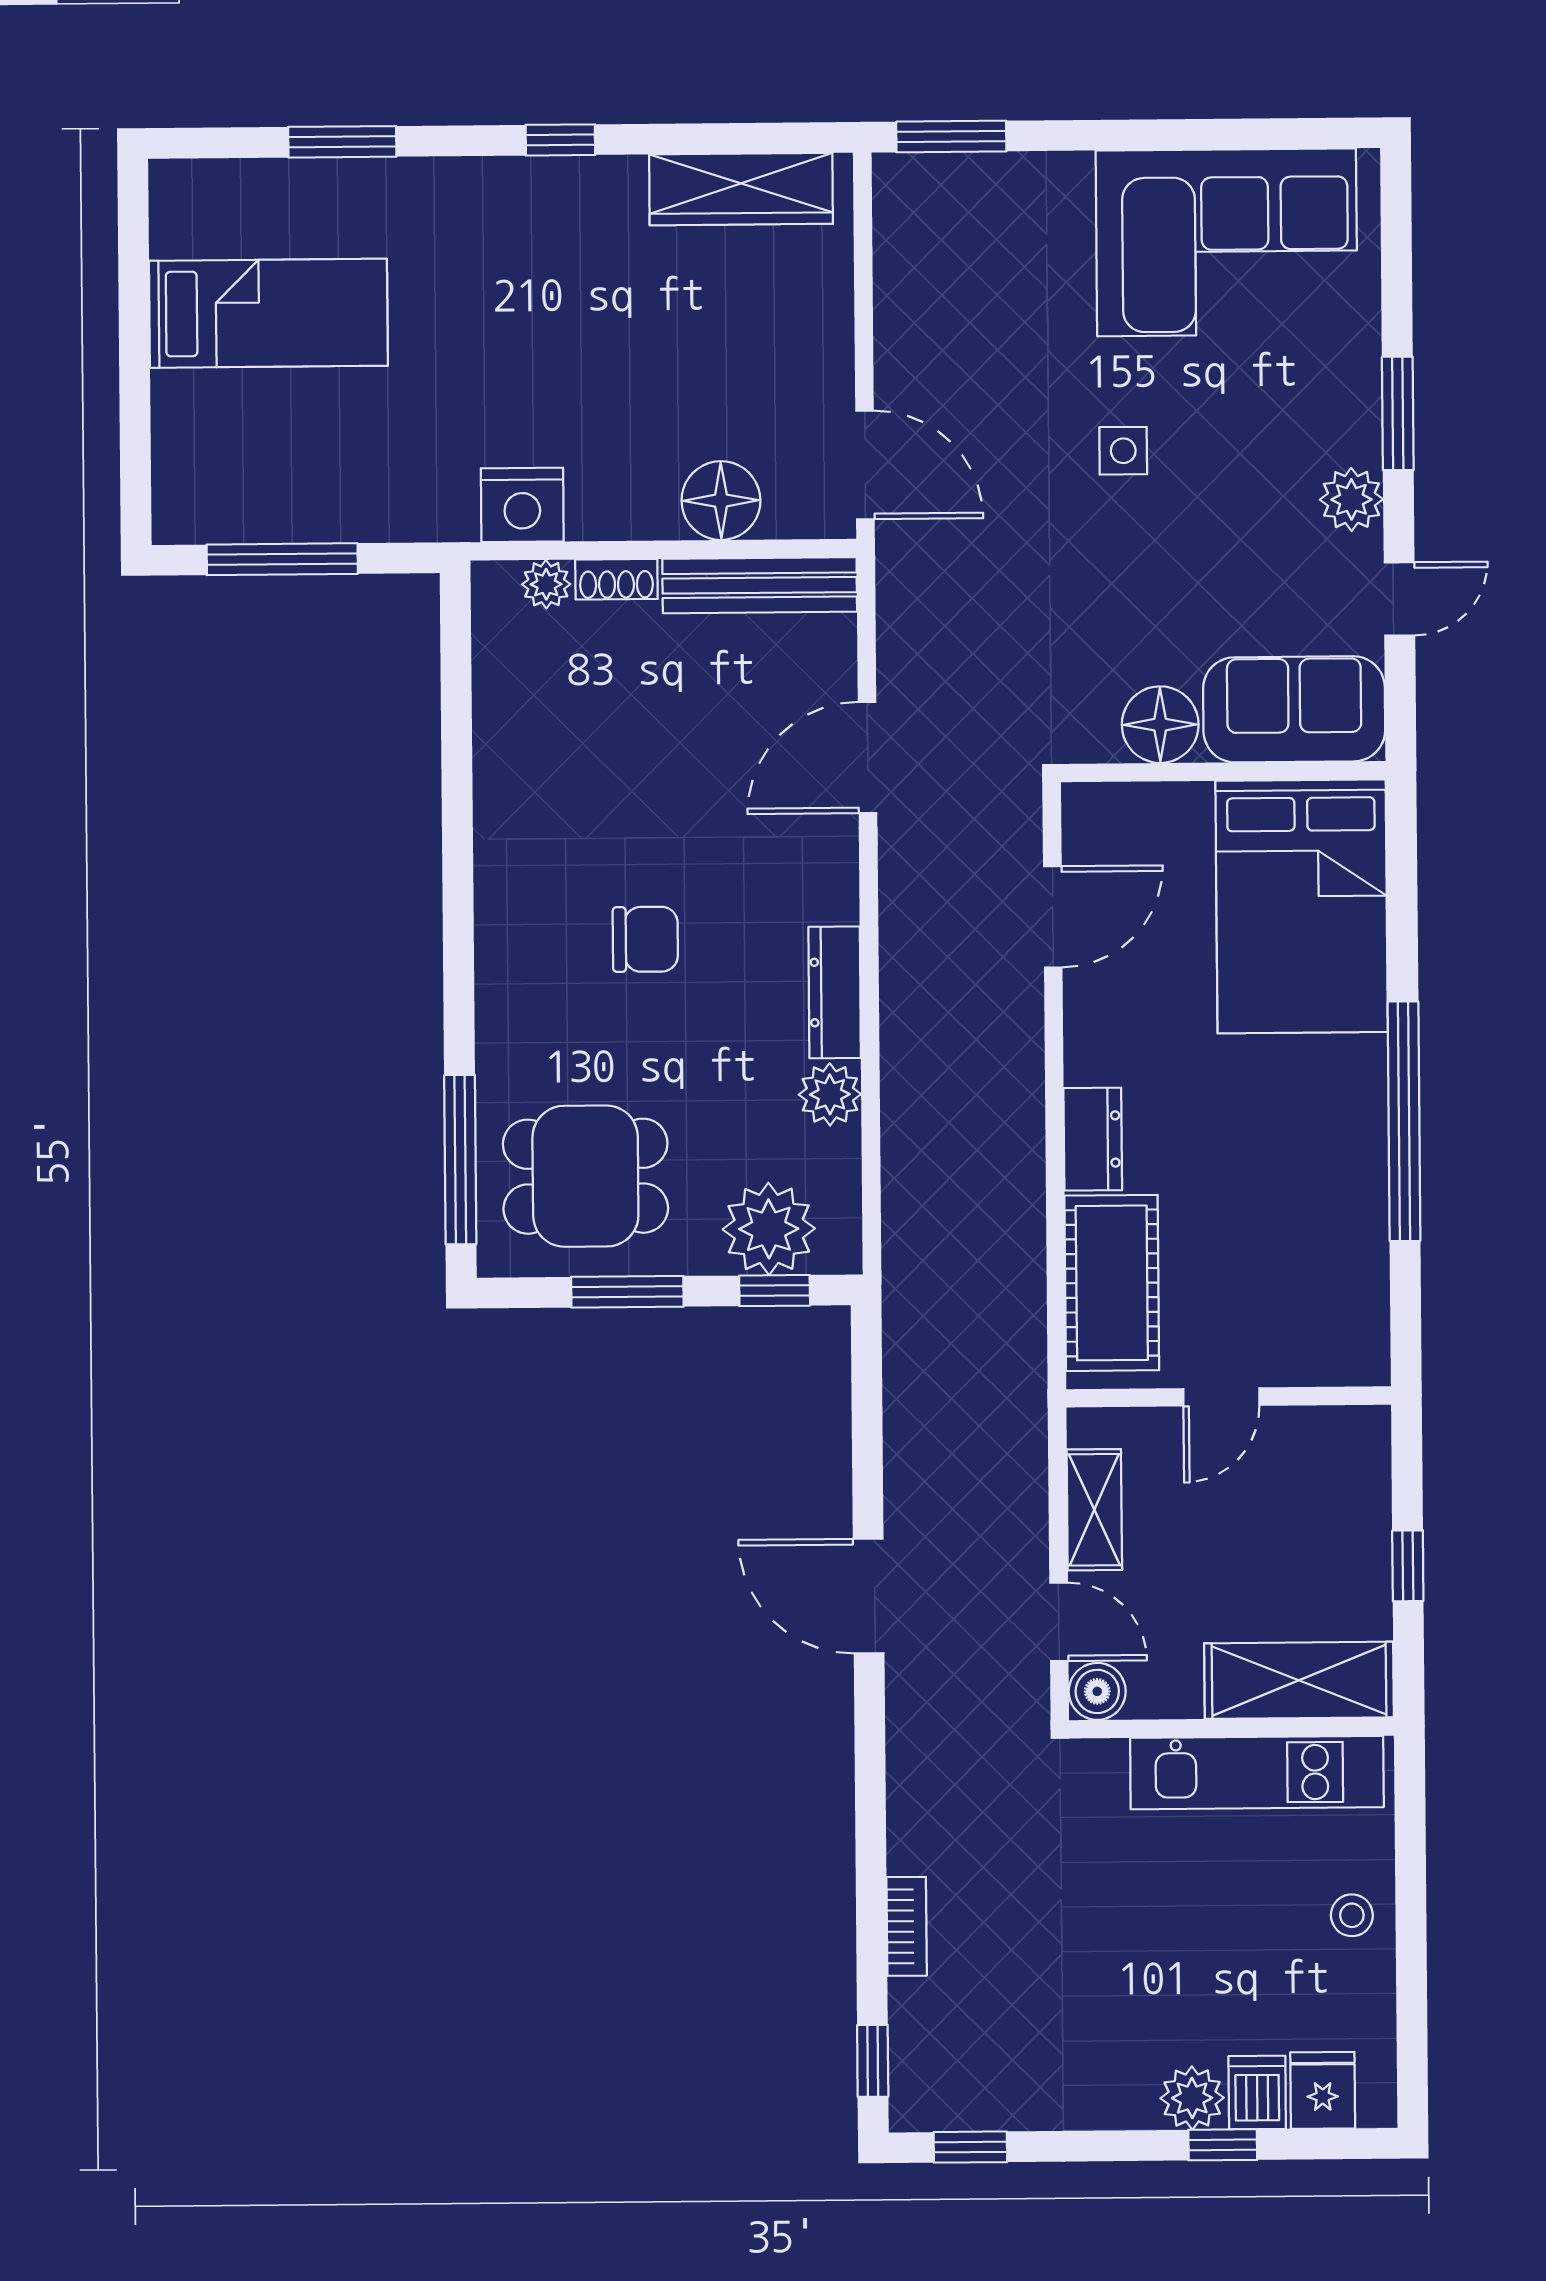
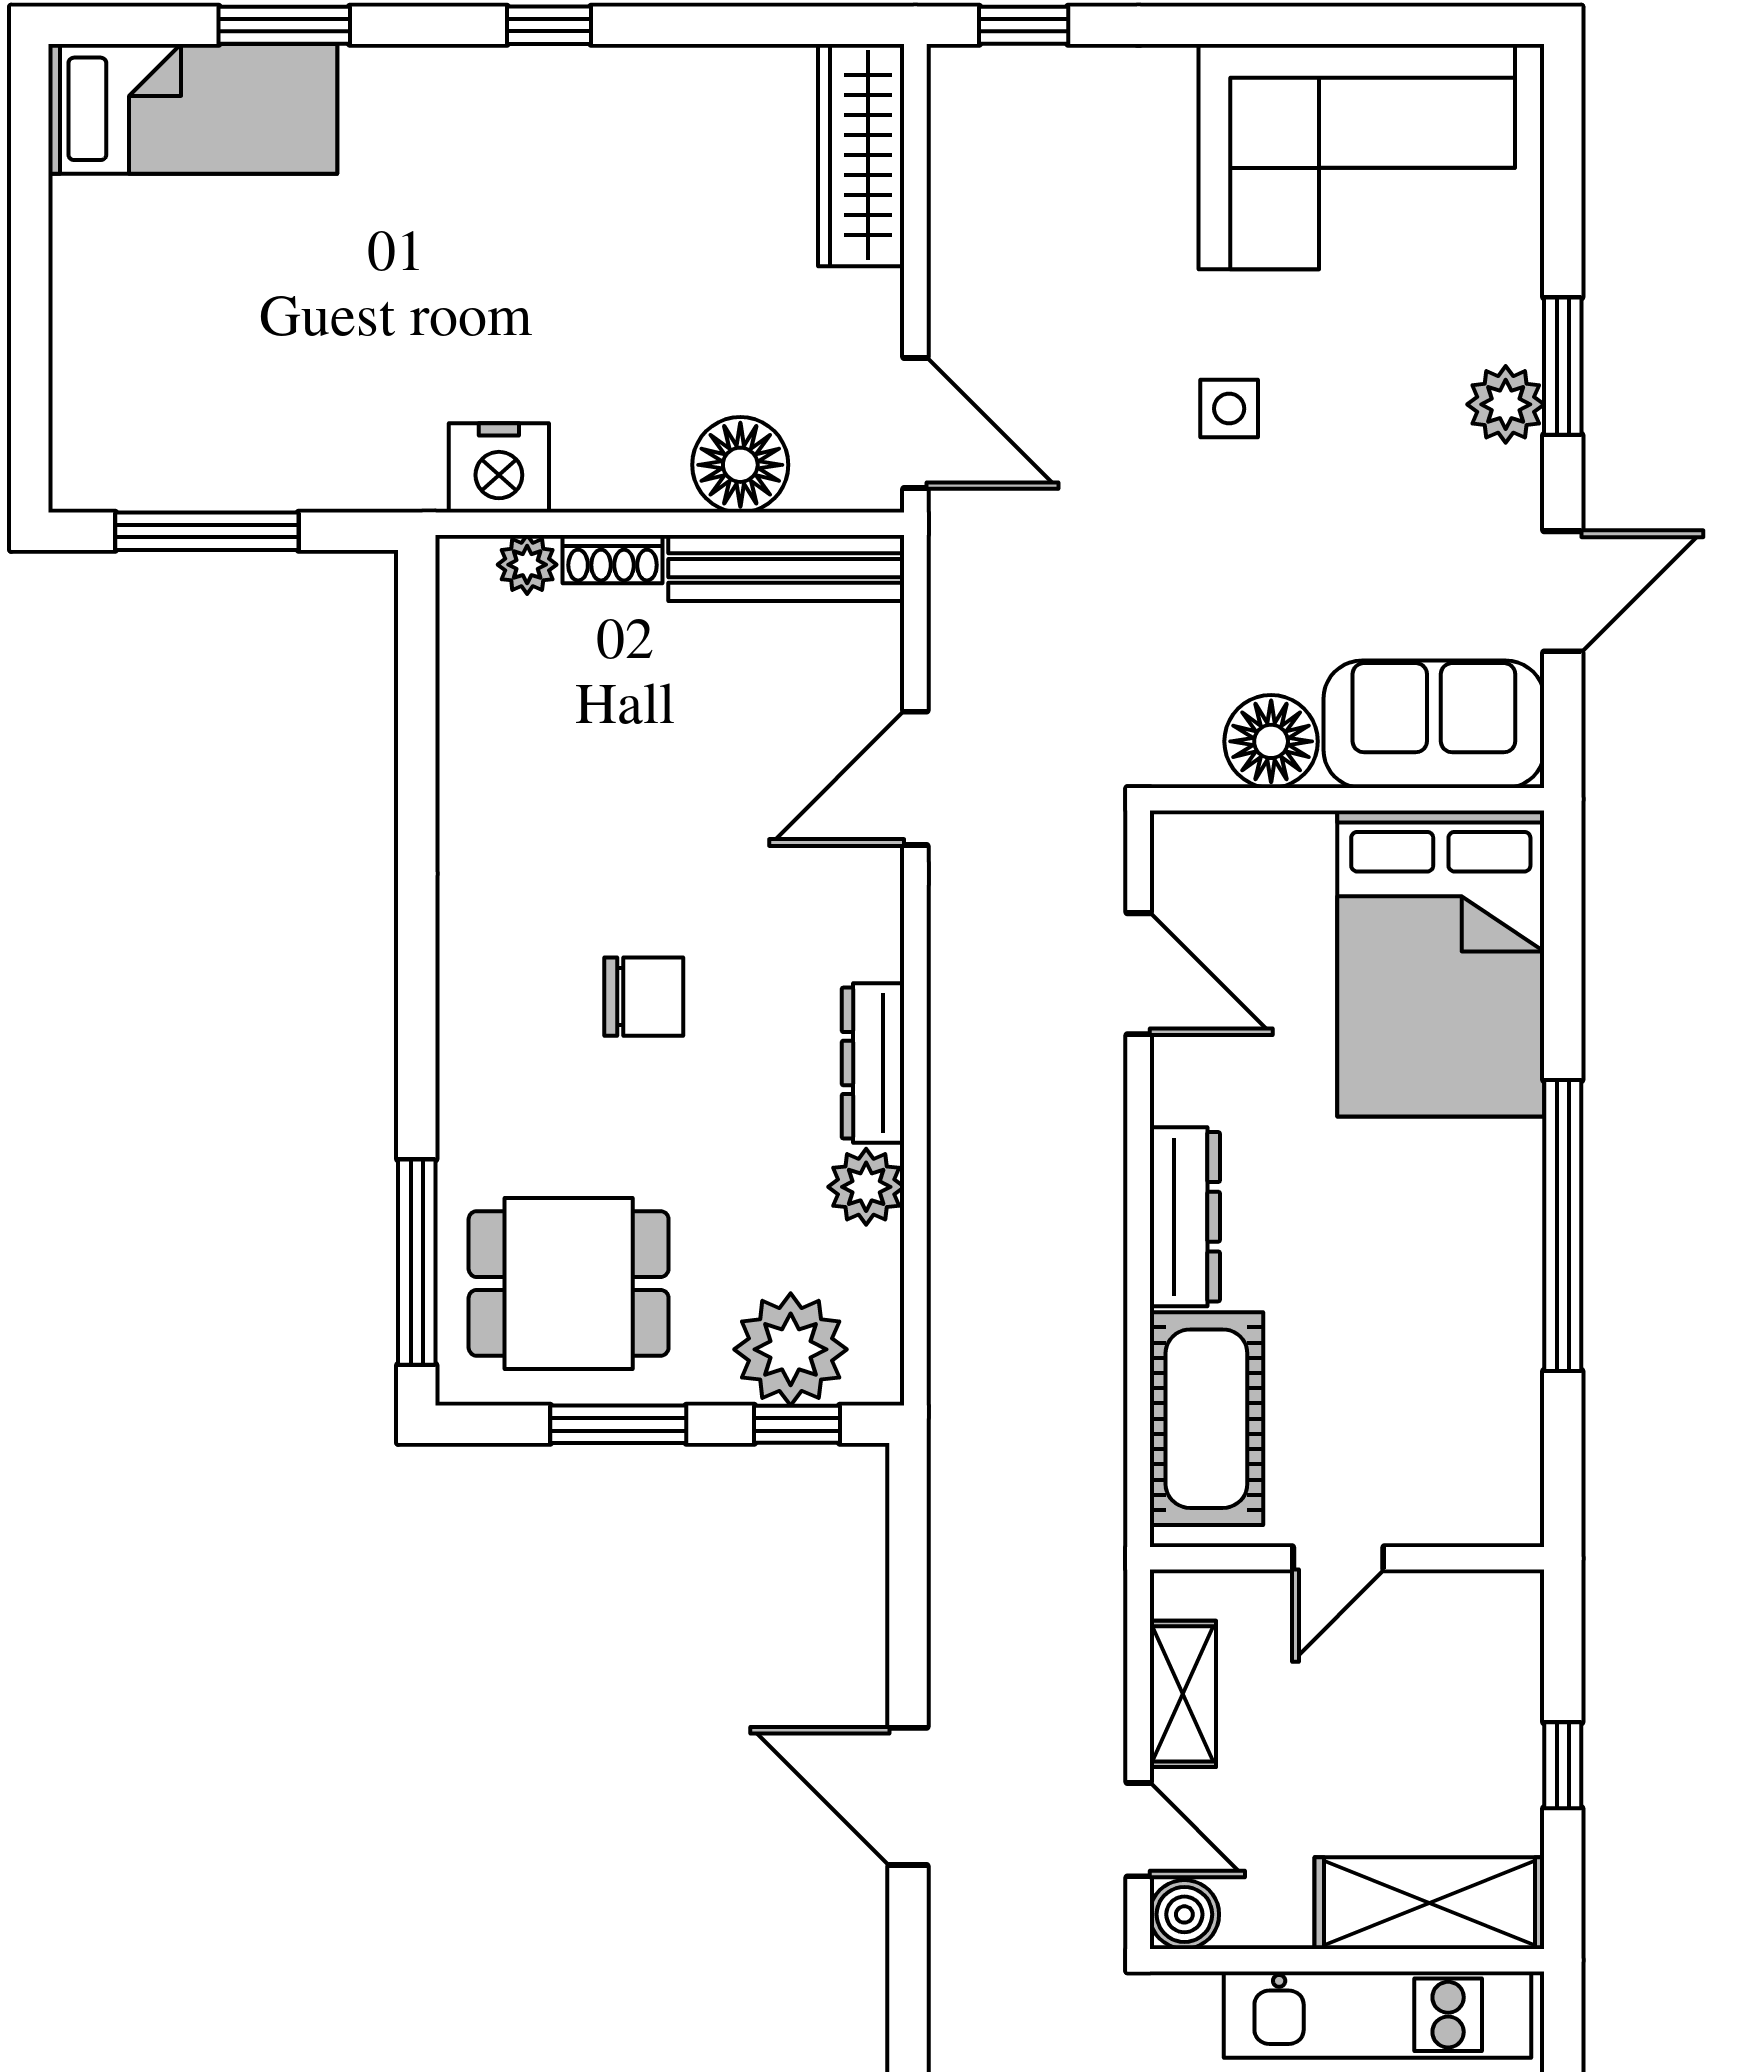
window: (951, 136) -> (1024, 25), width x0.67
wardrobe: (741, 189) -> (861, 155), moved, turned 90
bed: (268, 313) -> (193, 109), moved
plant: (1351, 499) -> (1506, 404), moved
door: (1399, 599) -> (1563, 591), width x1.38
door: (1053, 917) -> (1139, 974), hinge flipped
dresser: (1093, 1139) -> (1185, 1217), width x1.44

